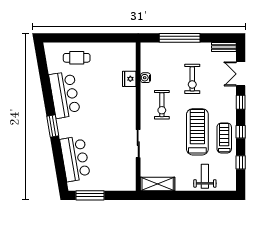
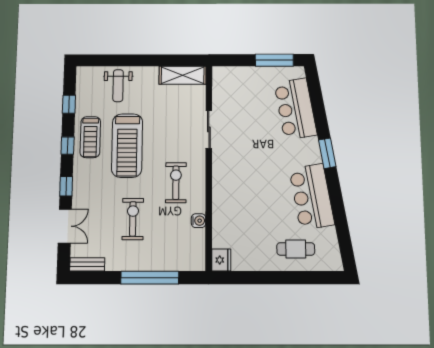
fridge: (129, 79) -> (221, 260), moved

